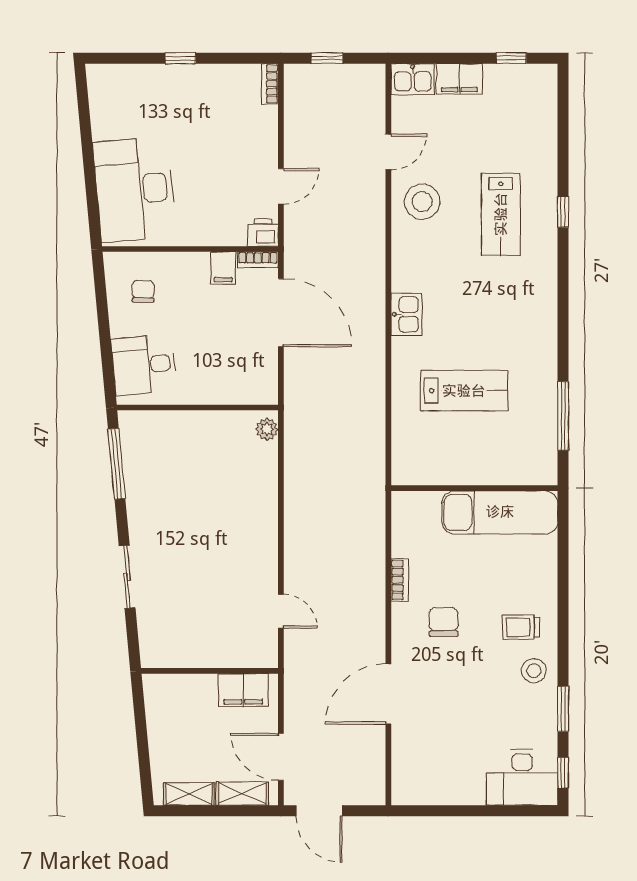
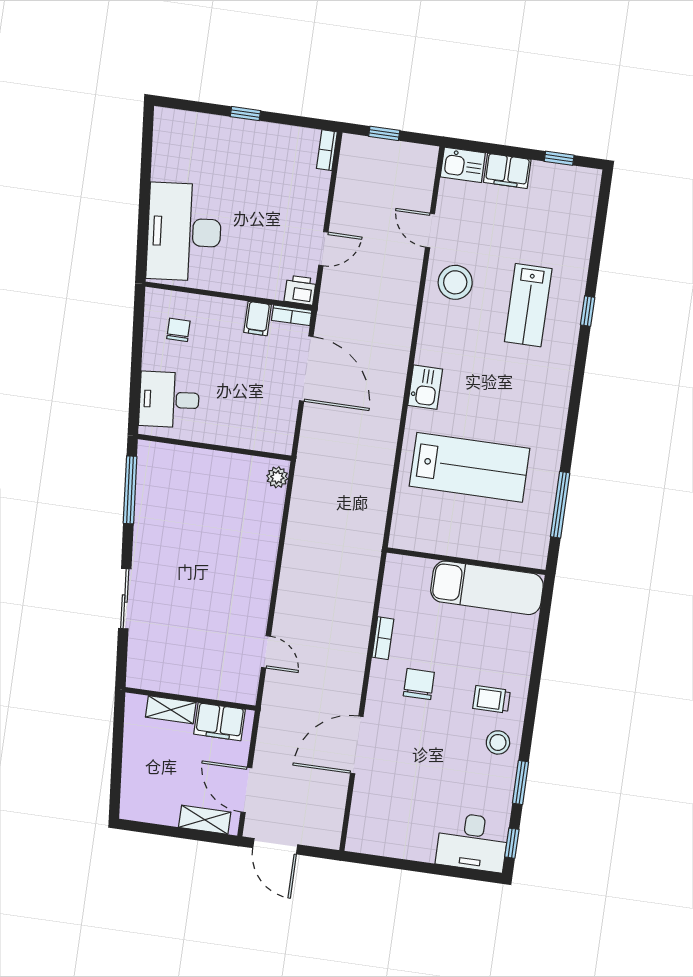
door: (388, 152) -> (430, 230), swing flipped
lab bench: (464, 391) -> (470, 467), width x1.36, depth x1.39
shelving: (189, 794) -> (171, 710), moved

